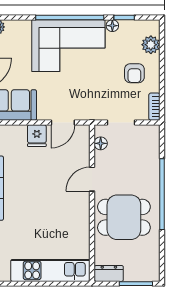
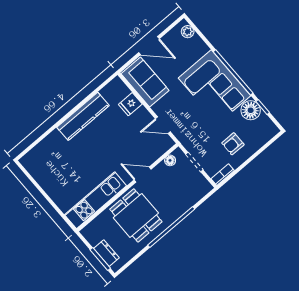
floor lamp: (112, 26) -> (251, 110), width x1.89, depth x1.89
plant: (151, 45) -> (260, 139), removed
fridge: (37, 136) -> (130, 104), moved
kitchen unit: (50, 270) -> (96, 200), moved, turned -90
dresser: (109, 273) -> (106, 253), moved

